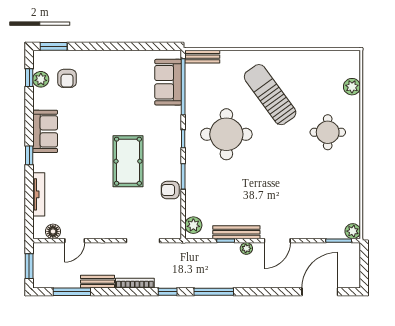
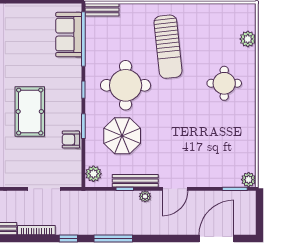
sun lounger: (270, 95) -> (168, 47), turned -150
parasol: (223, 186) -> (122, 136), added

